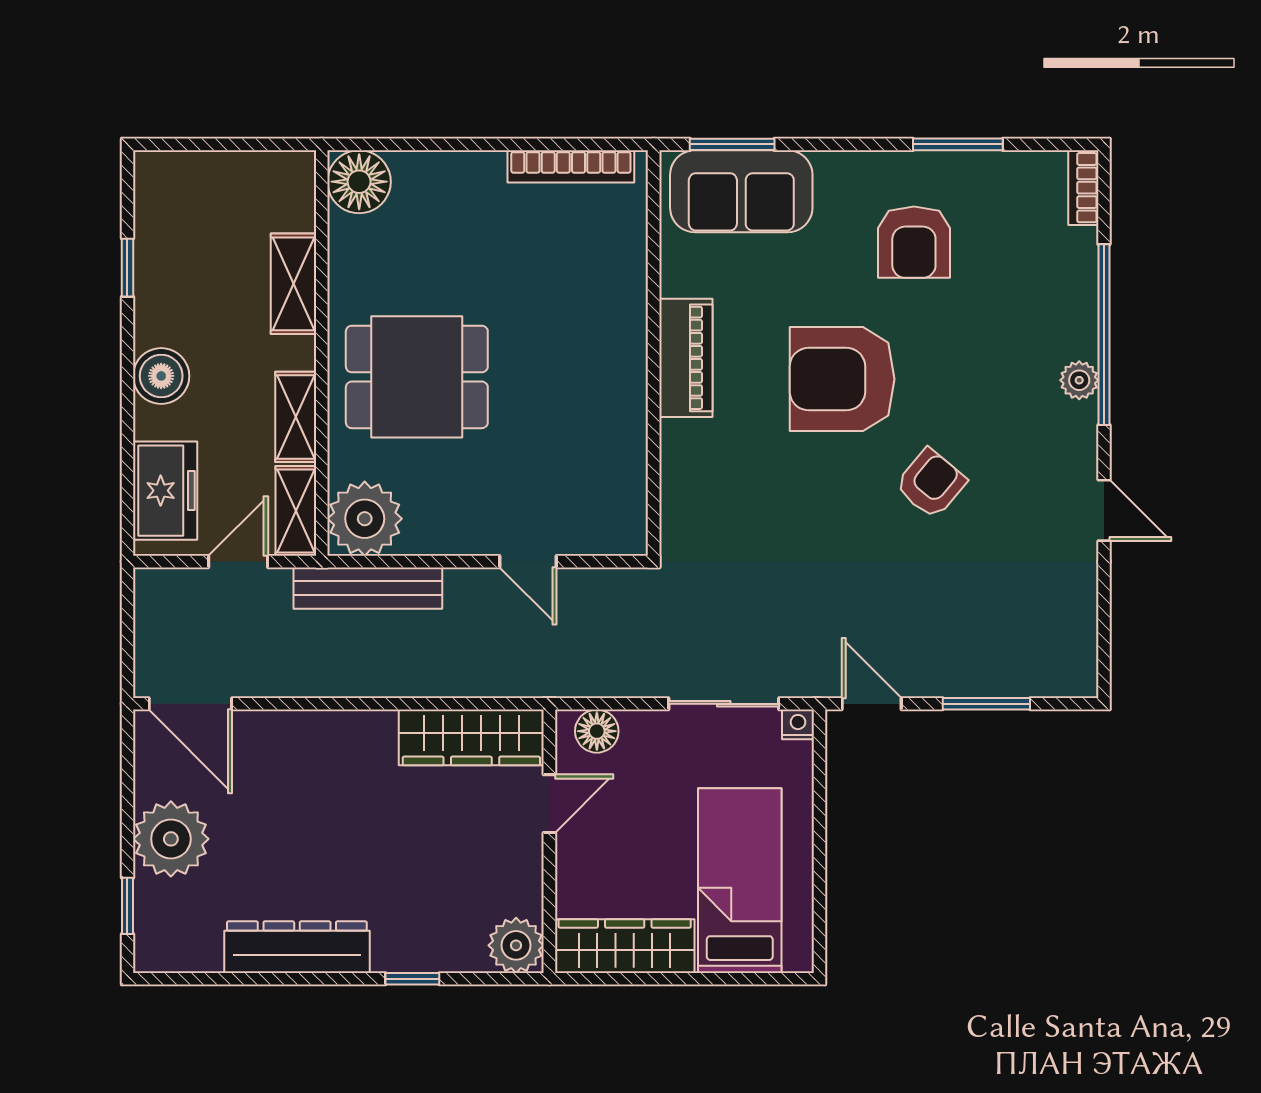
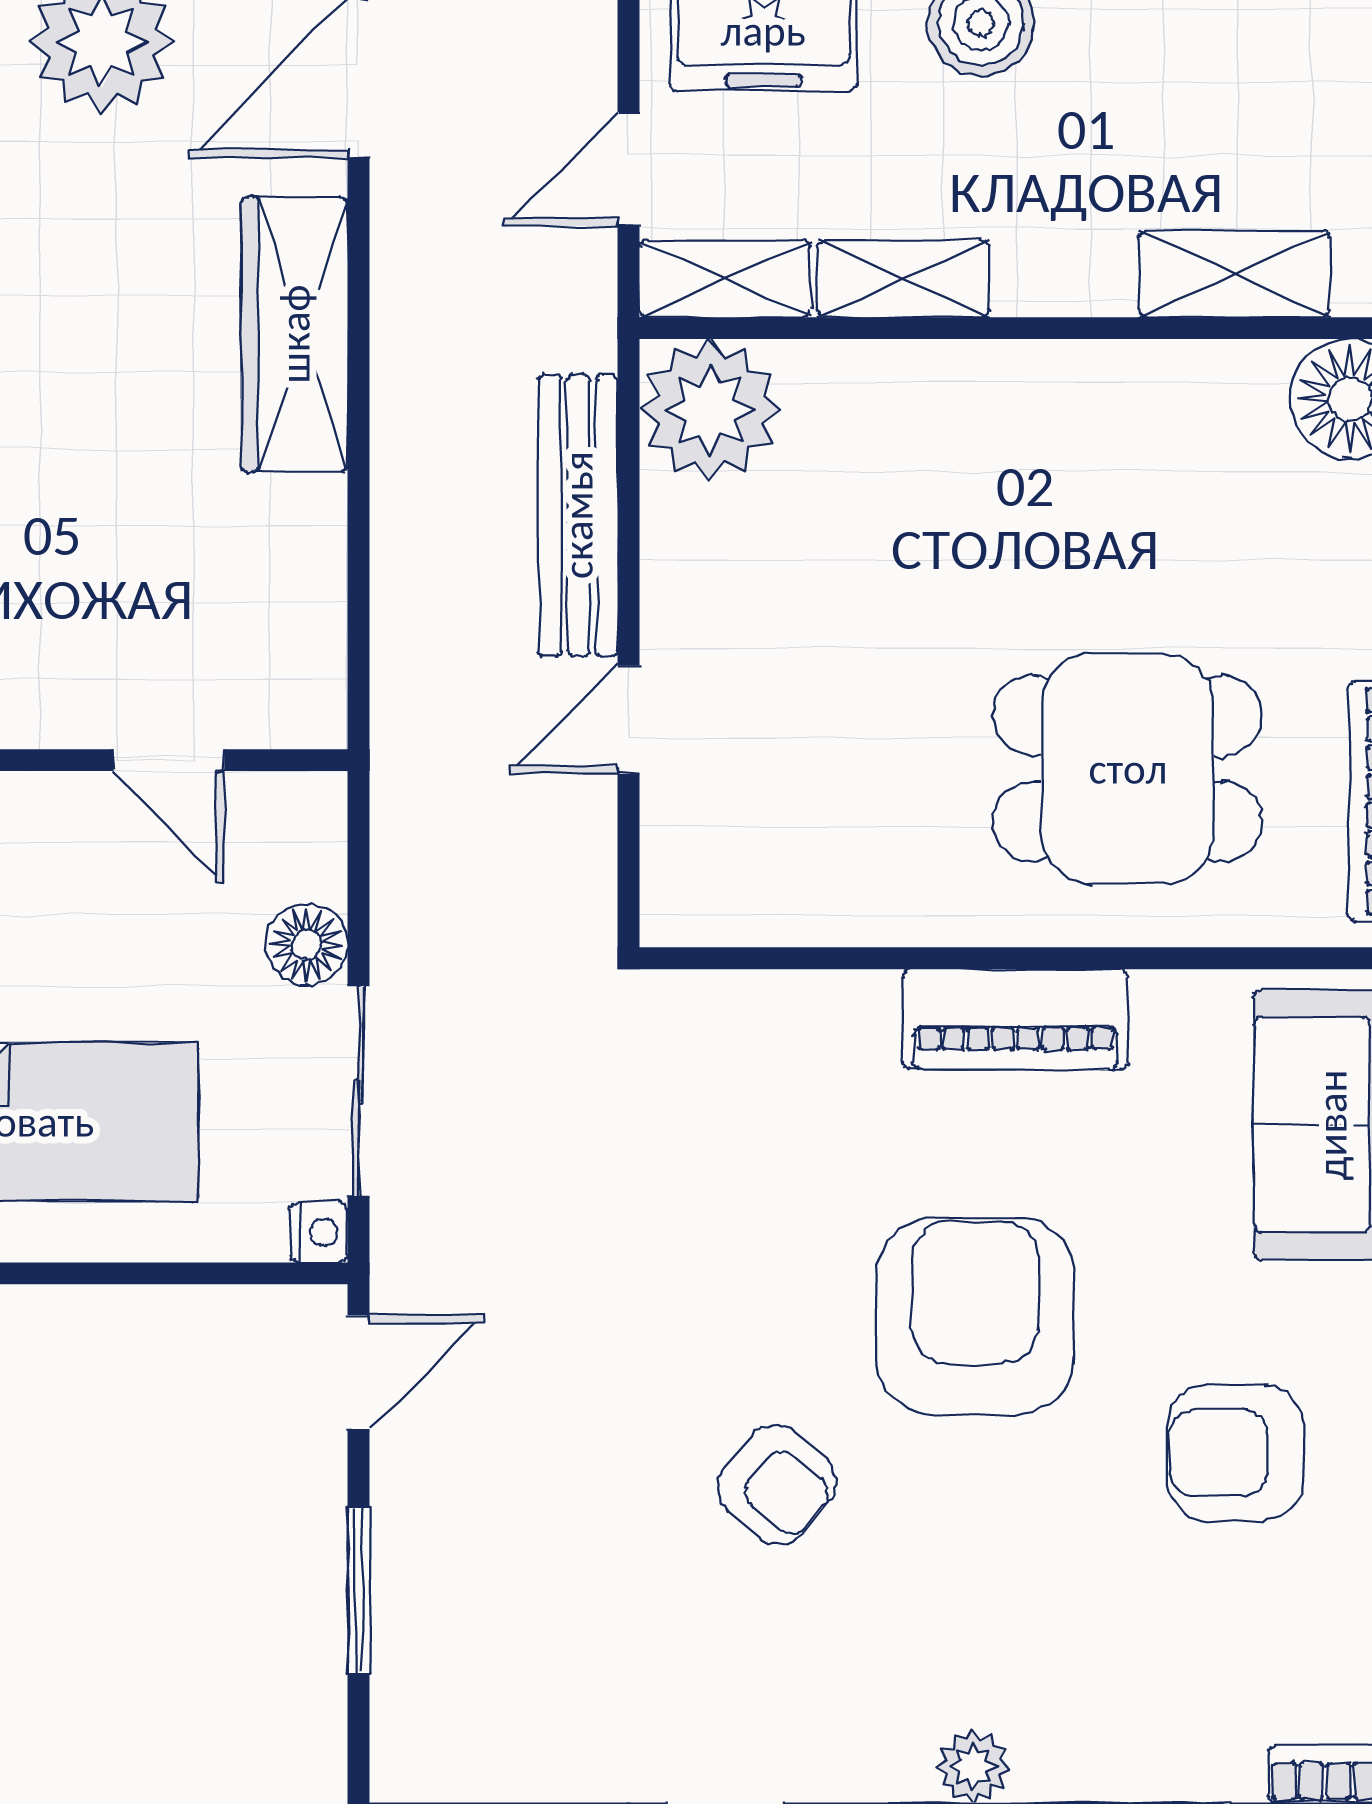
shelving: (293, 284) -> (1234, 274), moved
dining table: (417, 377) -> (1128, 769), moved, turned 90
door: (238, 562) -> (629, 169), swing flipped
bench: (368, 588) -> (578, 515), moved
floor lamp: (597, 731) -> (307, 945), moved
wardrobe: (471, 737) -> (295, 334), moved

